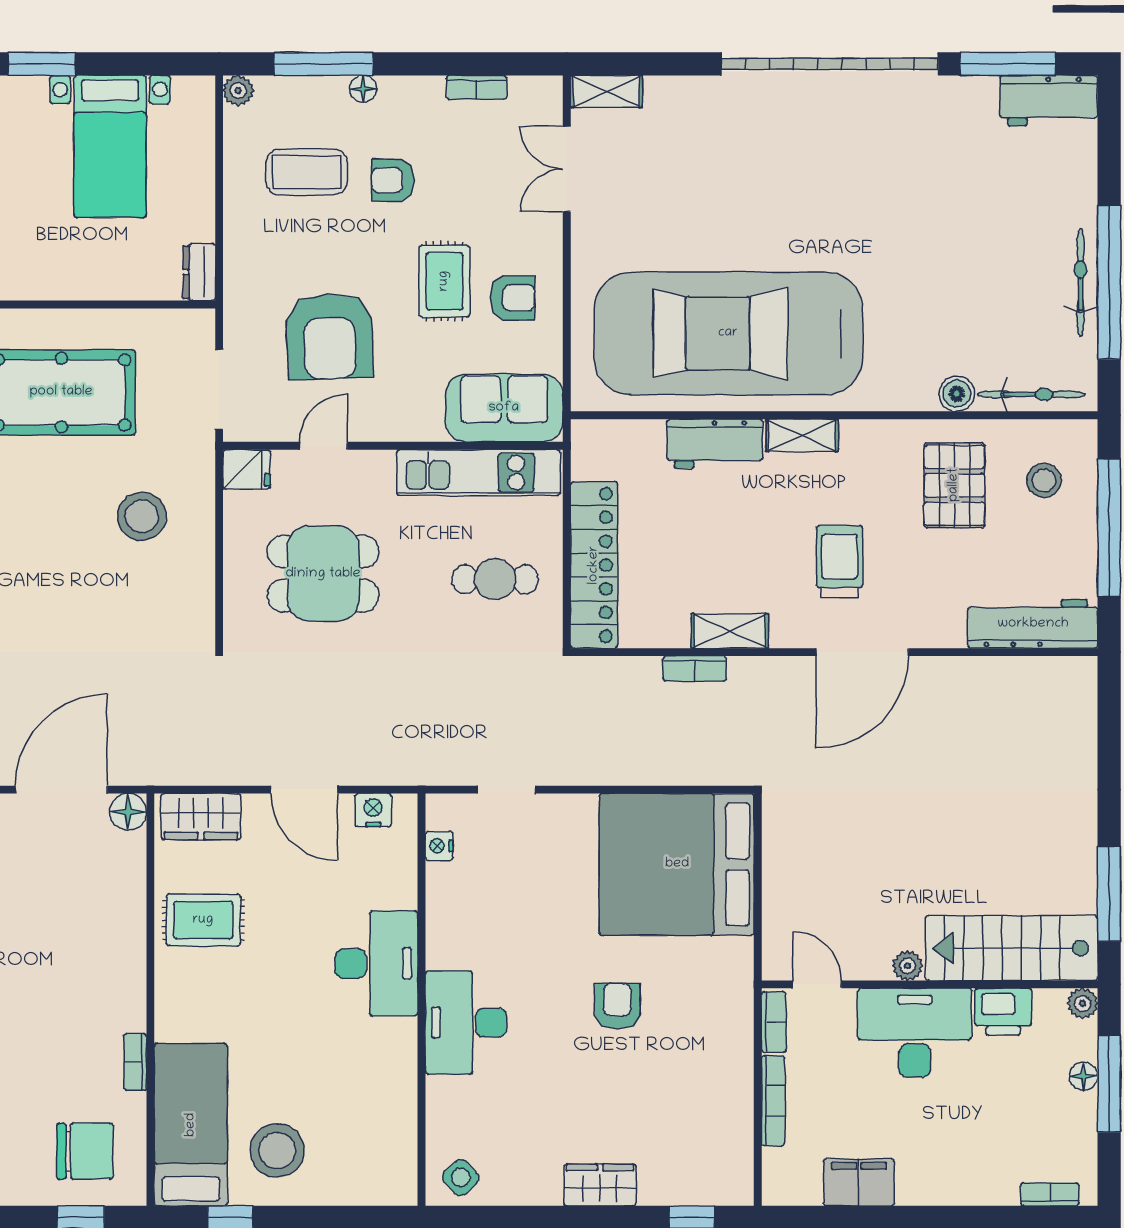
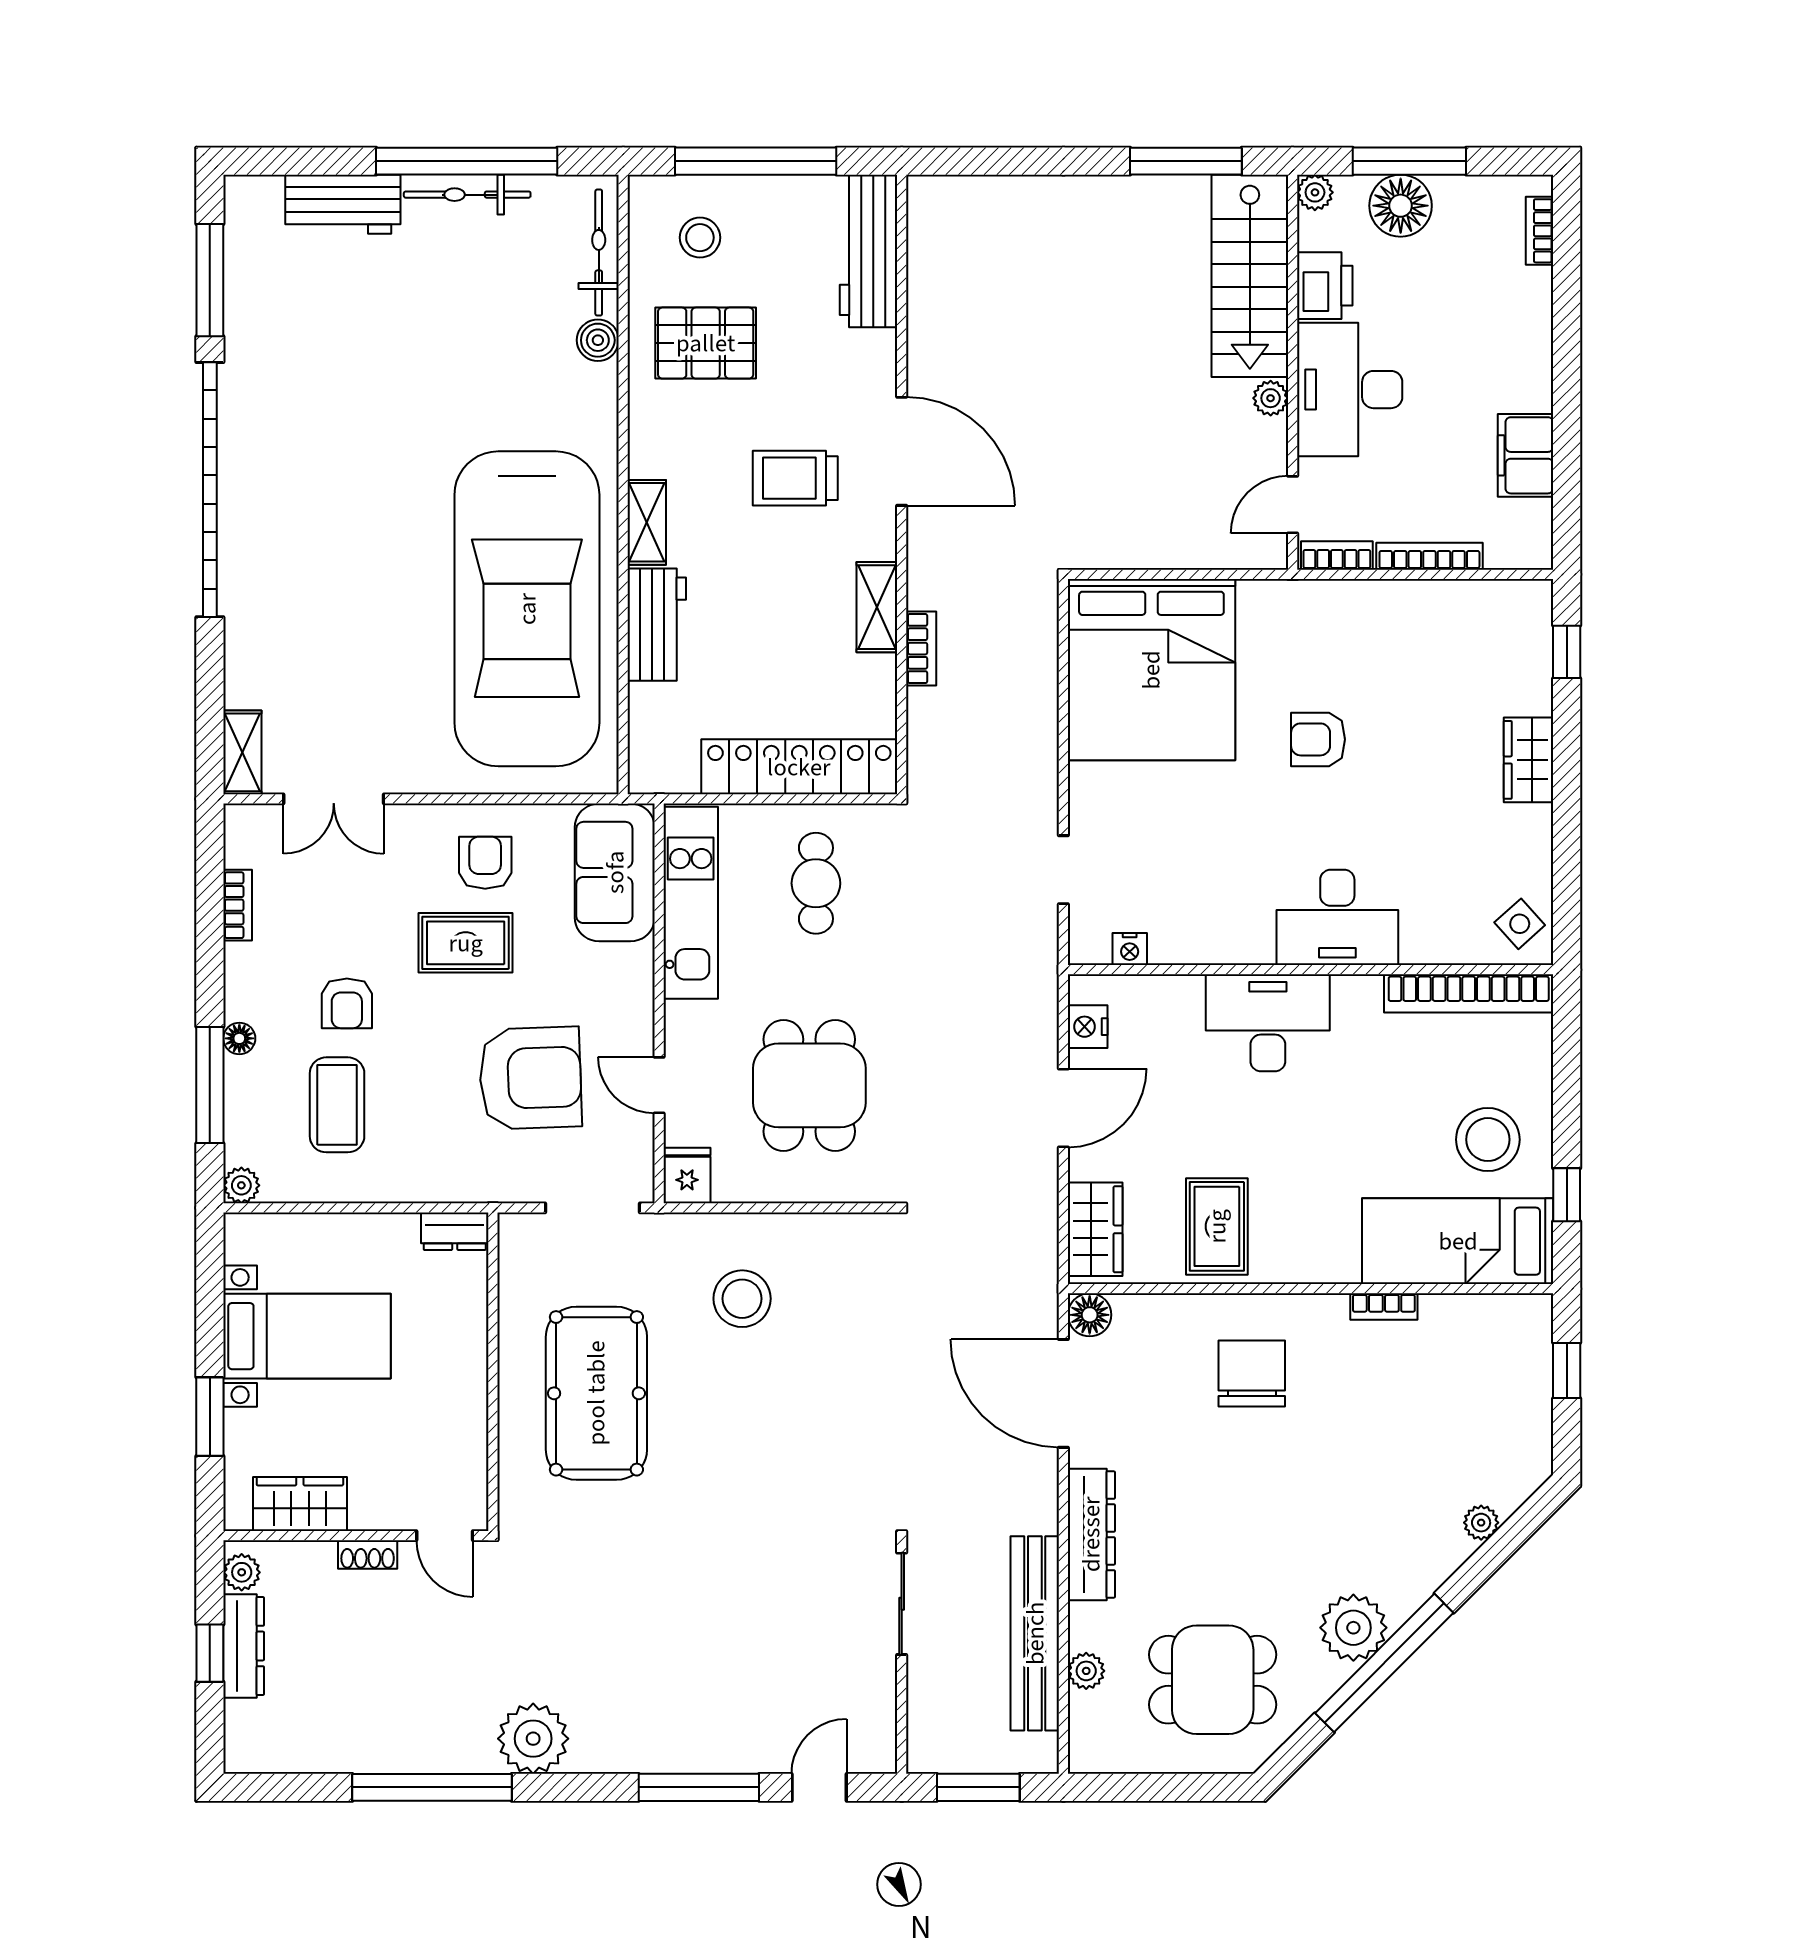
workbench: (1049, 101) -> (343, 204), moved, turned 90
floor lamp: (1084, 1076) -> (1401, 206), width x1.89, depth x1.89
bookcase: (401, 1134) -> (1469, 993), added
chair: (85, 1151) -> (1252, 1373), moved

